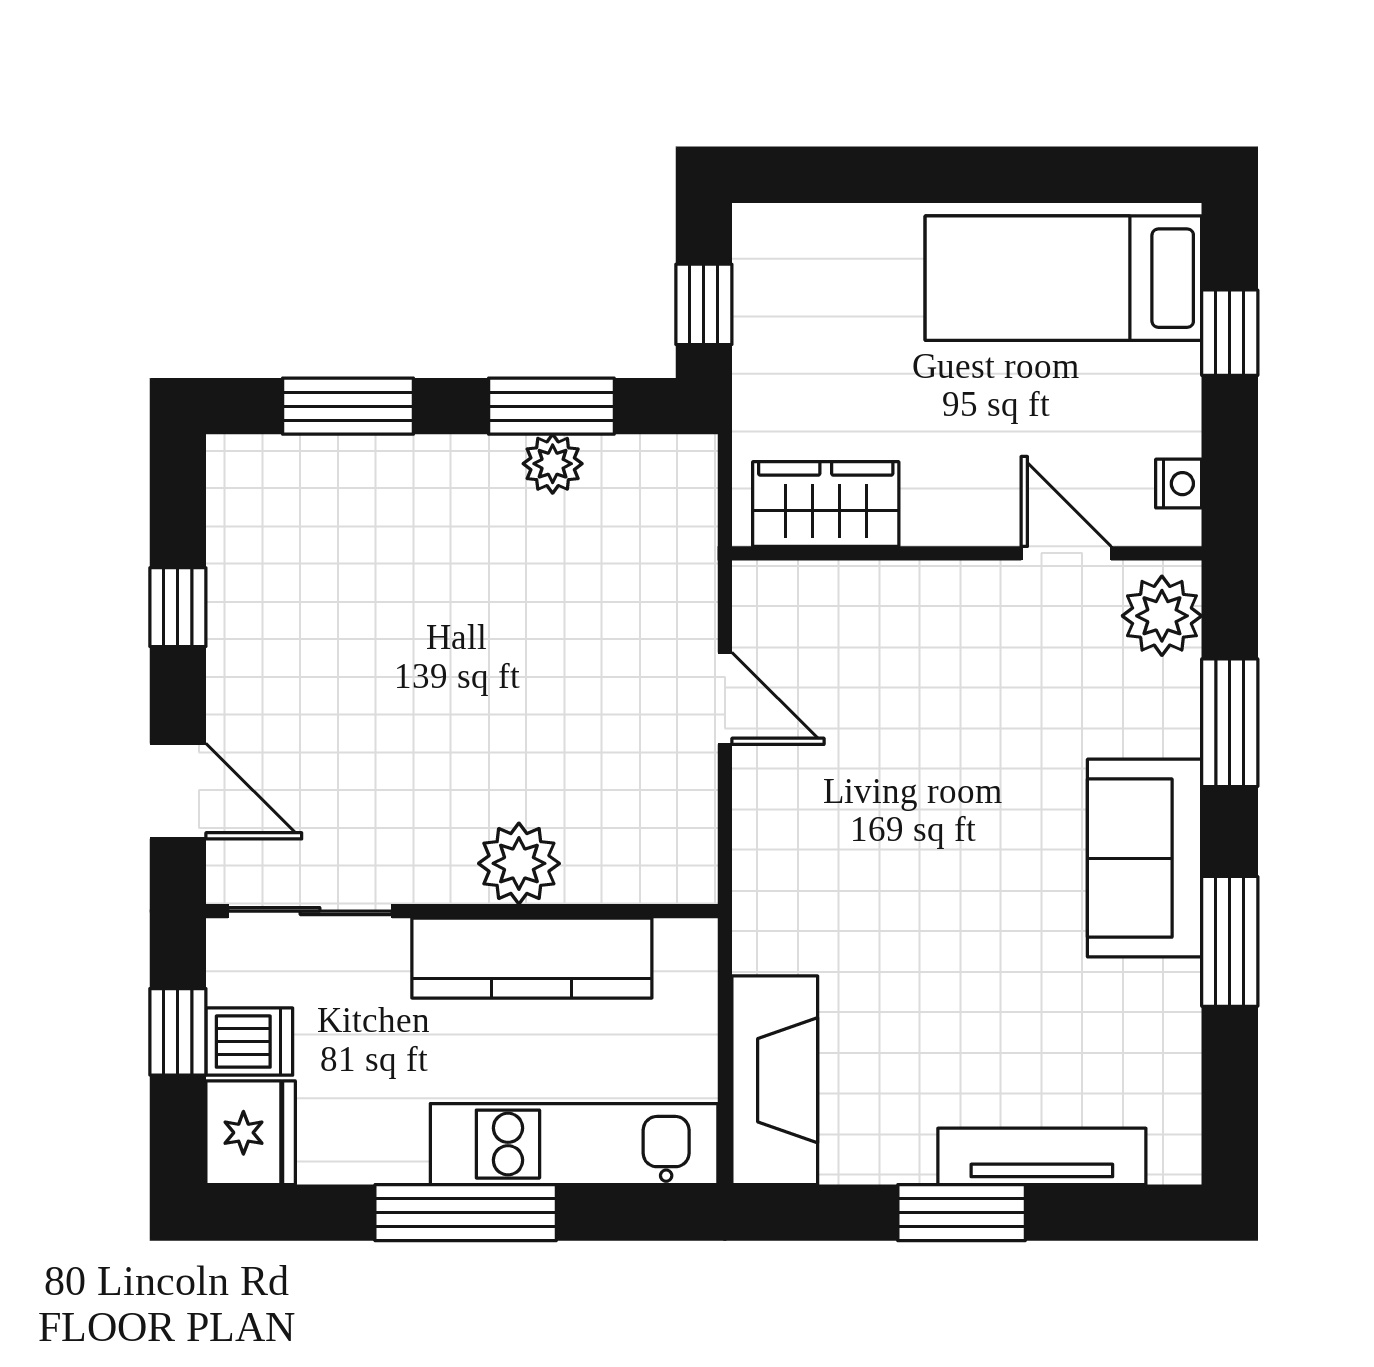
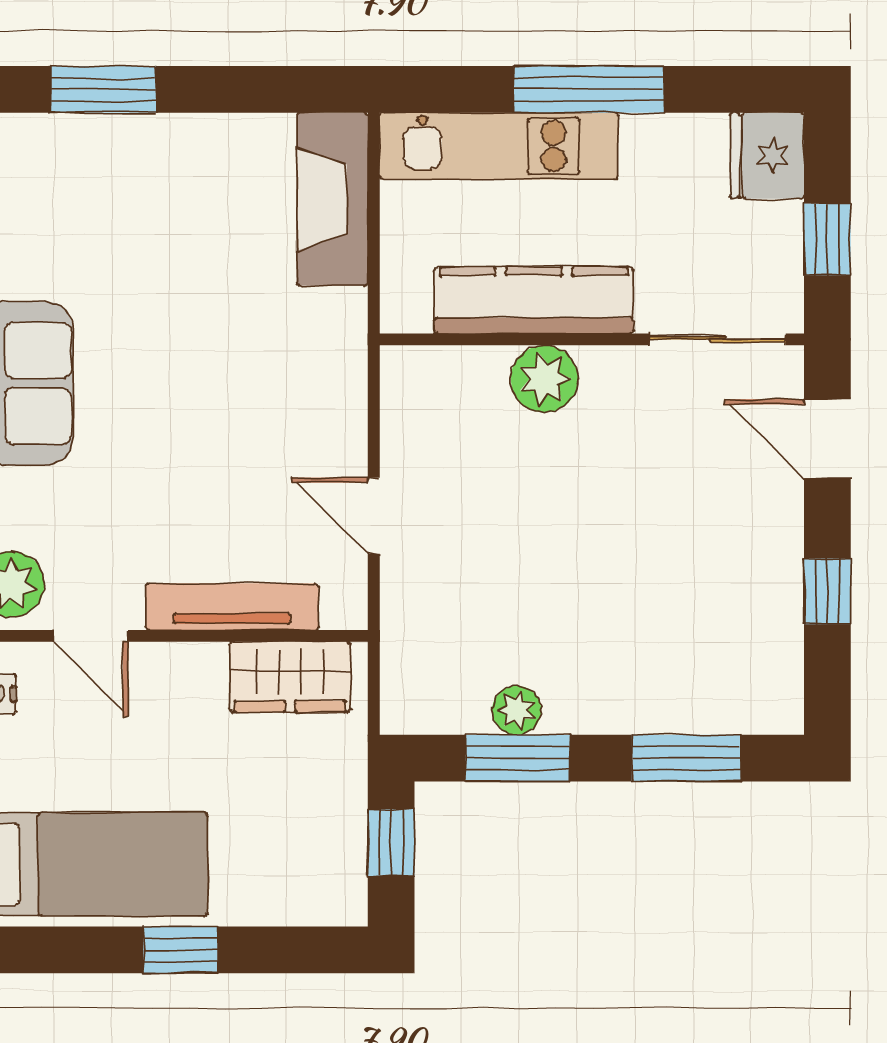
window: (958, 175) -> (181, 950), added
dishwasher: (249, 1042) -> (768, 231), removed
tv unit: (1042, 1156) -> (232, 607), moved, turned 180
window: (962, 1213) -> (103, 89), moved

